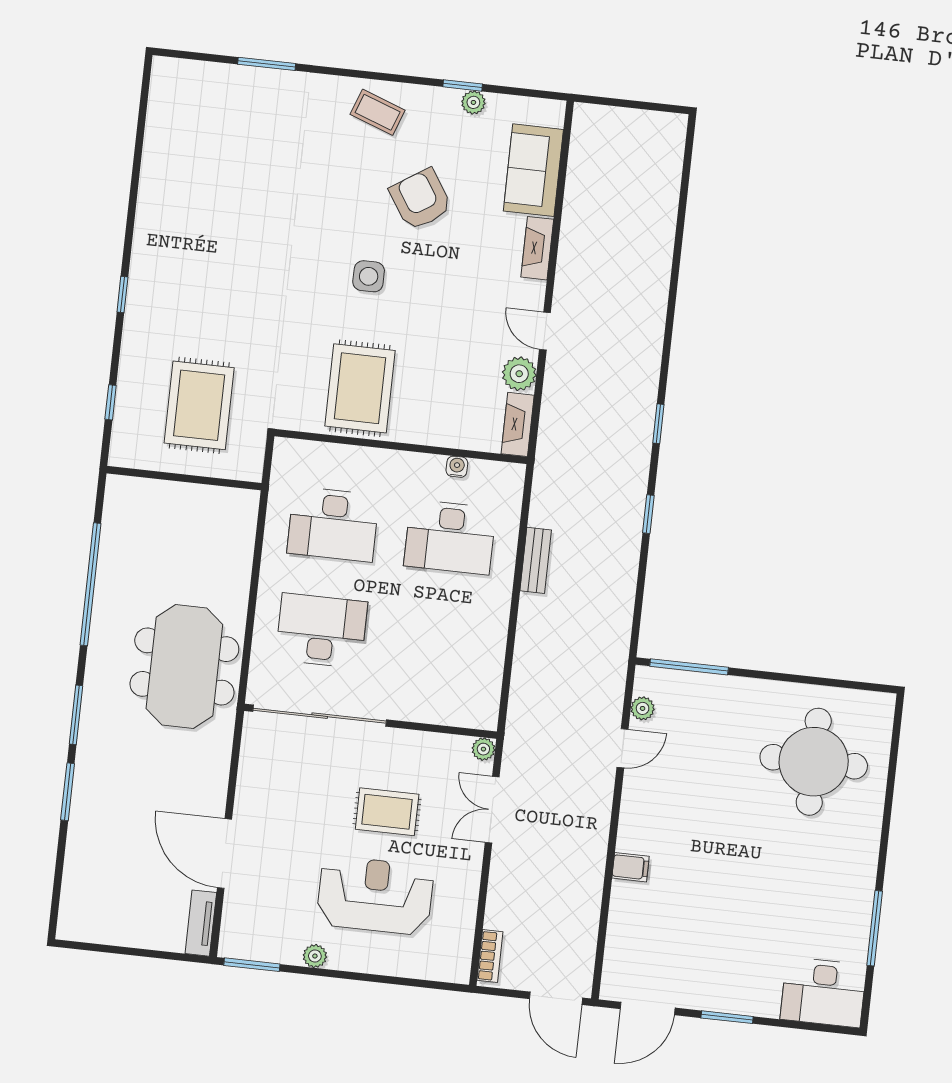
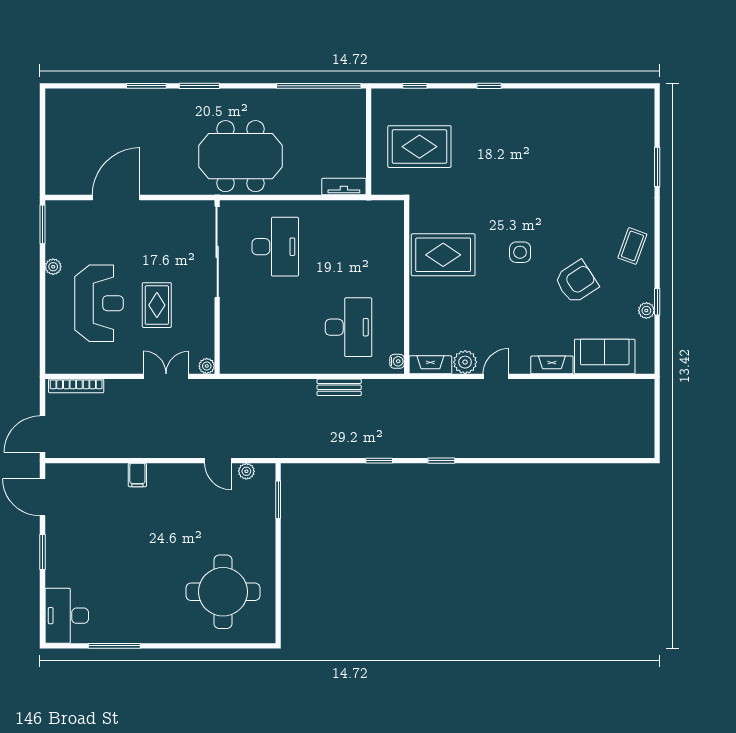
water cooler: (457, 467) -> (397, 361), moved
desk: (333, 524) -> (349, 247), removed
desk: (450, 537) -> (349, 327), turned 180
window: (90, 584) -> (319, 86), moved
window: (689, 667) -> (278, 500), width x0.69
tv unit: (201, 923) -> (344, 187), moved
bookcase: (490, 956) -> (76, 386), width x1.56

